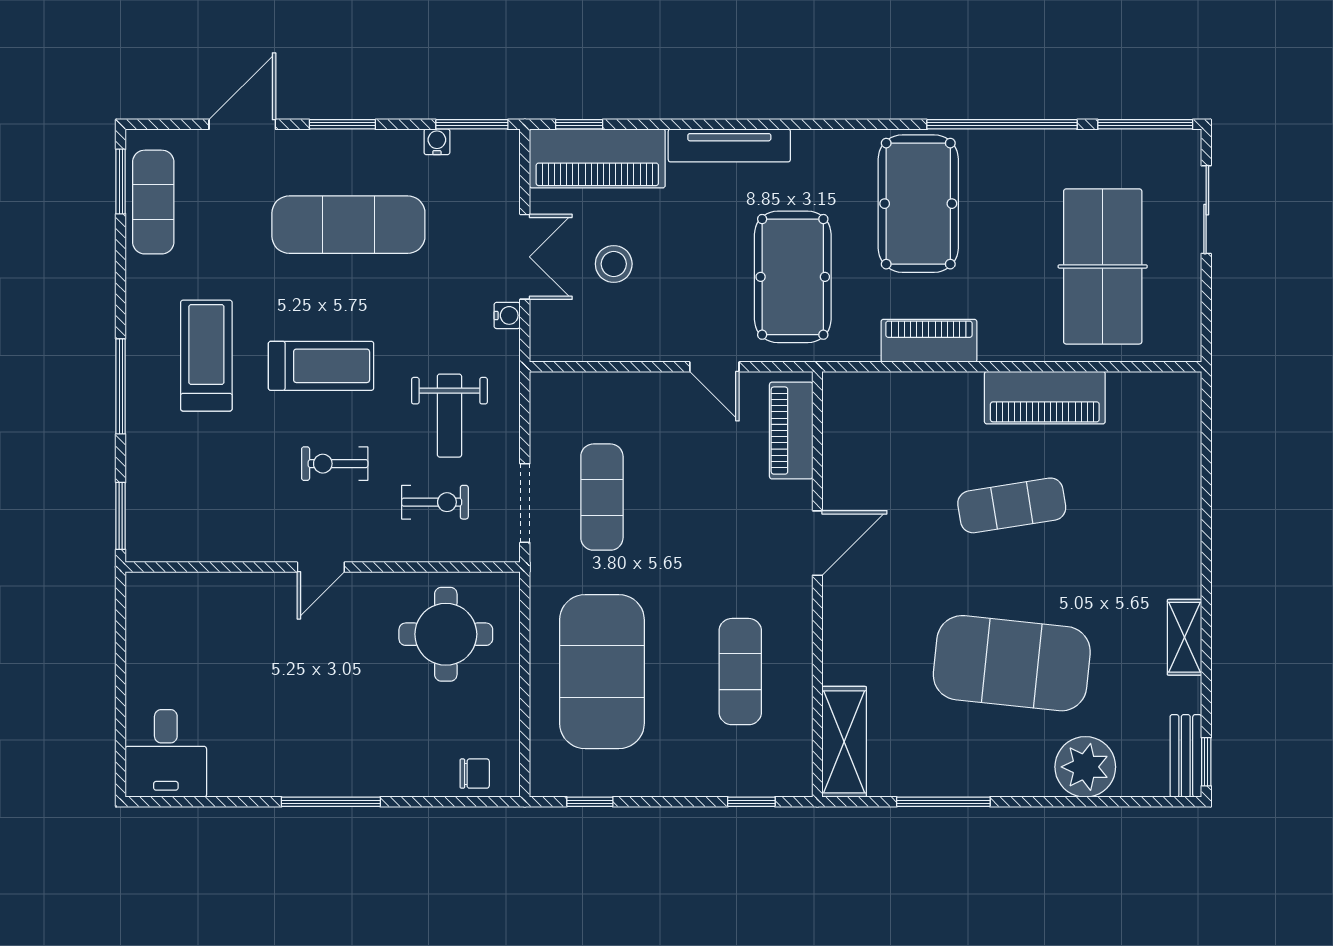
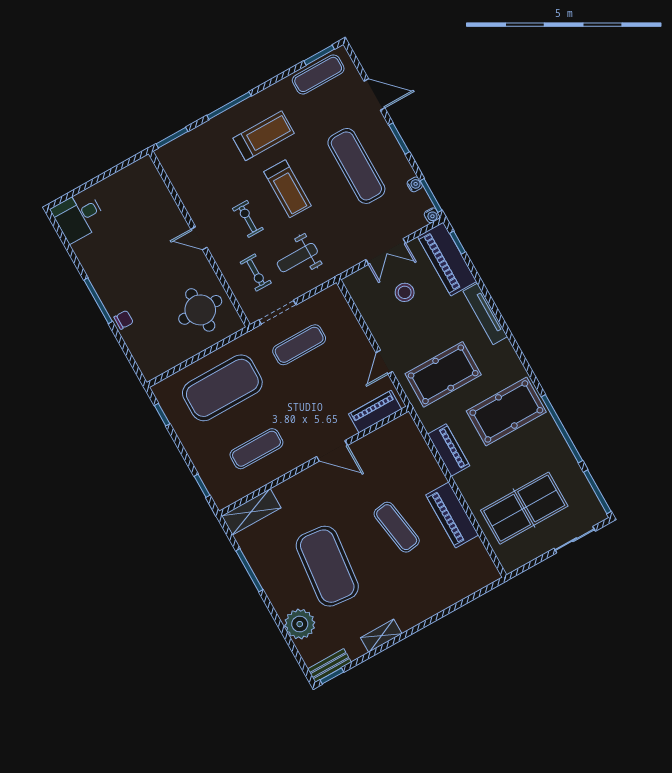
water cooler: (507, 315) -> (432, 215), moved
chair: (475, 774) -> (124, 320), moved, turned -90

